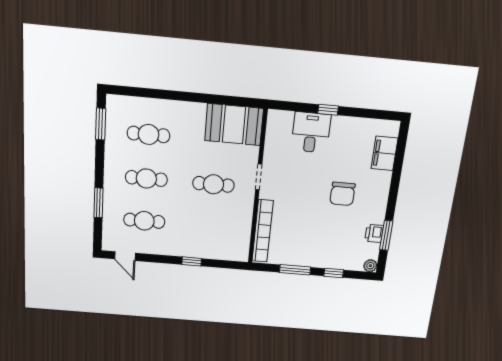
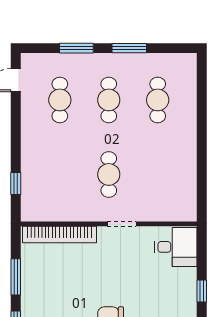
window: (101, 124) -> (129, 48), moved
booth: (234, 125) -> (177, 191), removed
desk: (311, 132) -> (176, 247), moved
window: (192, 261) -> (16, 184), moved

